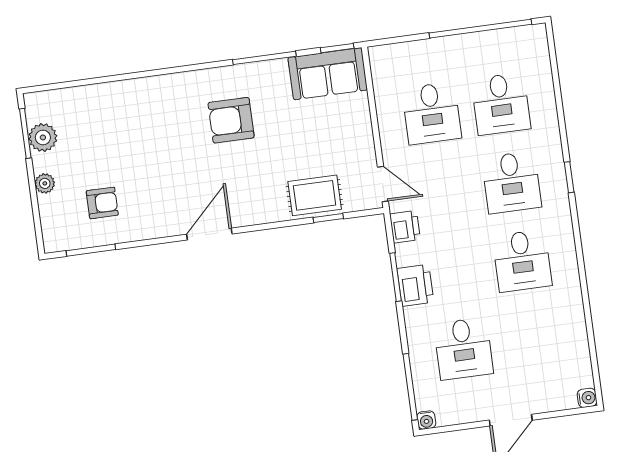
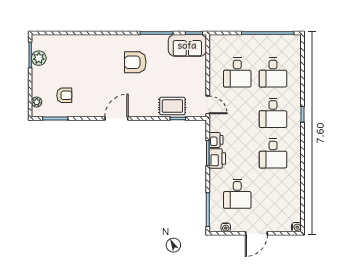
plant: (45, 183) -> (37, 102), moved
printer: (405, 227) -> (216, 140), moved
water cooler: (426, 420) -> (226, 227), moved

